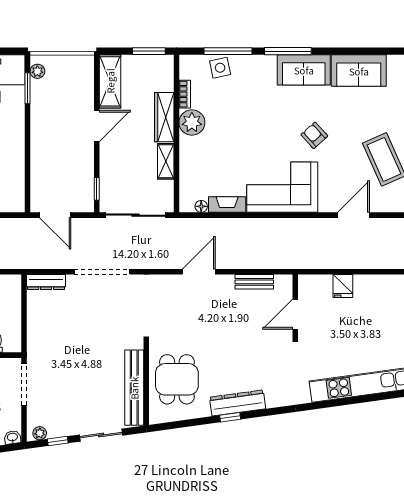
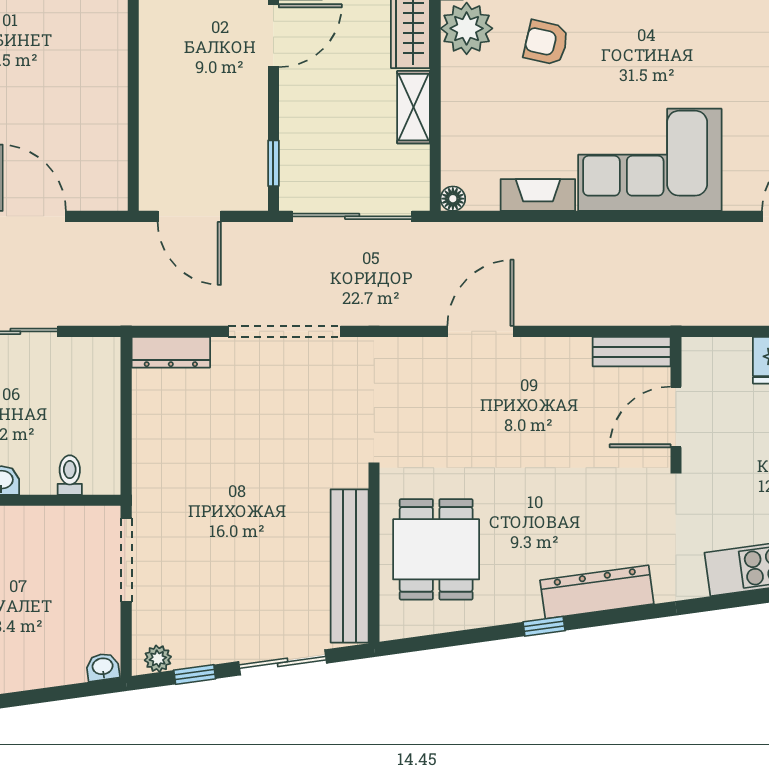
armchair: (314, 135) -> (546, 43), moved, turned -35
floor lamp: (201, 206) -> (453, 199), moved
bench: (254, 282) -> (632, 352), moved
dresser: (238, 403) -> (597, 592), moved

